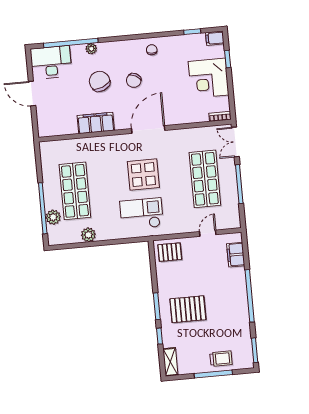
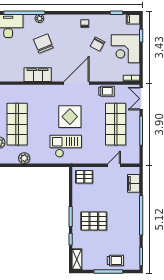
chair: (134, 80) -> (98, 44), moved
trolley: (189, 137) -> (106, 91), added

